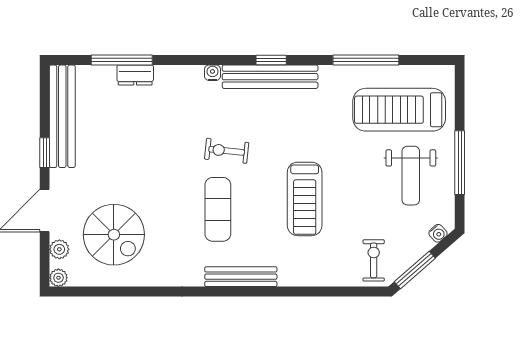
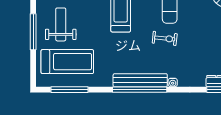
window: (271, 60) -> (140, 90), width x3.17
window: (366, 60) -> (69, 90), moved

